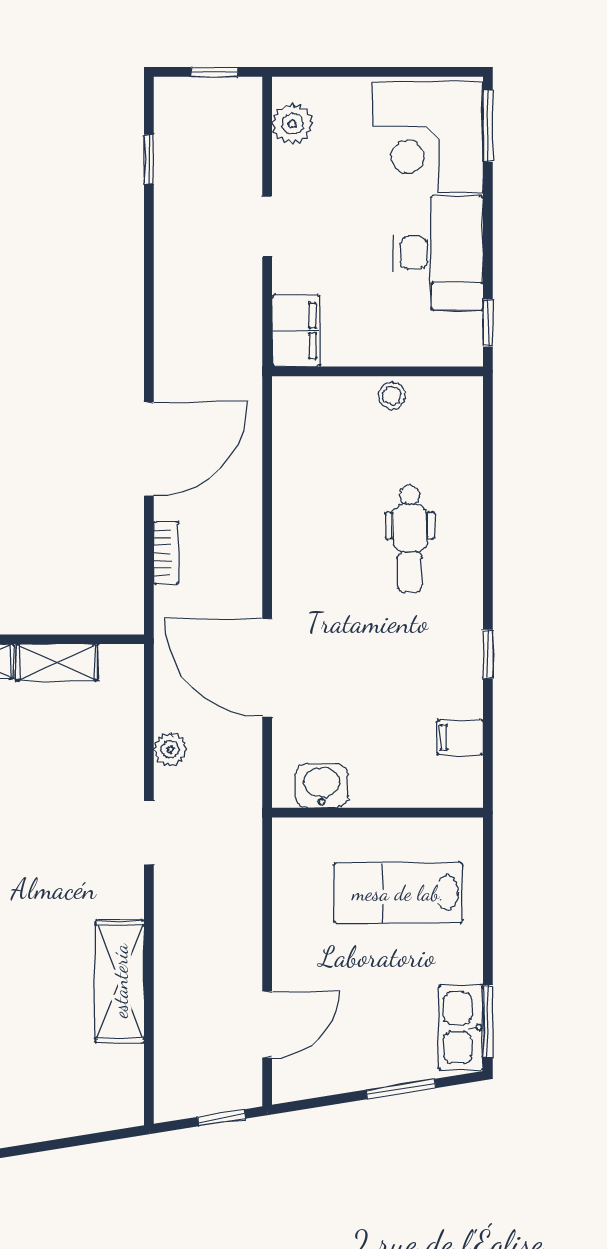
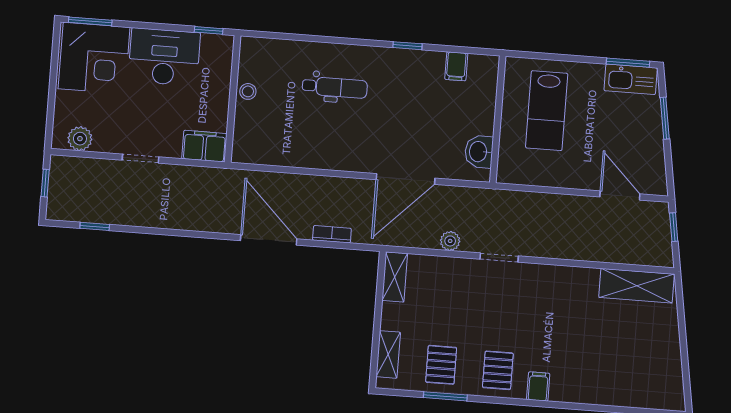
shelving: (57, 662) -> (395, 277), moved
shelving: (120, 981) -> (637, 286), moved

